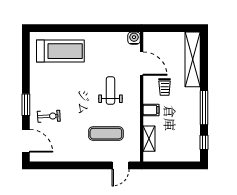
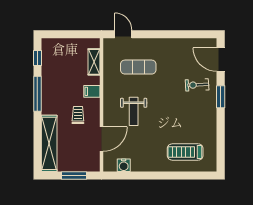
window: (168, 28) -> (74, 176), added
water cooler: (134, 38) -> (124, 165), moved
treadmill: (60, 51) -> (185, 152), width x0.73, depth x0.73
door: (142, 64) -> (102, 139), swing flipped
door: (121, 165) -> (123, 34), hinge flipped

